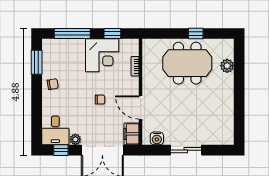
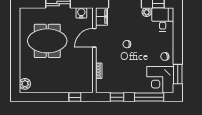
window: (196, 33) -> (75, 97), moved
corner desk: (102, 55) -> (160, 80), moved, turned -90
meeting table: (187, 63) -> (47, 41), moved
plant: (227, 66) -> (25, 84), moved
door: (141, 107) -> (94, 38), swing flipped

